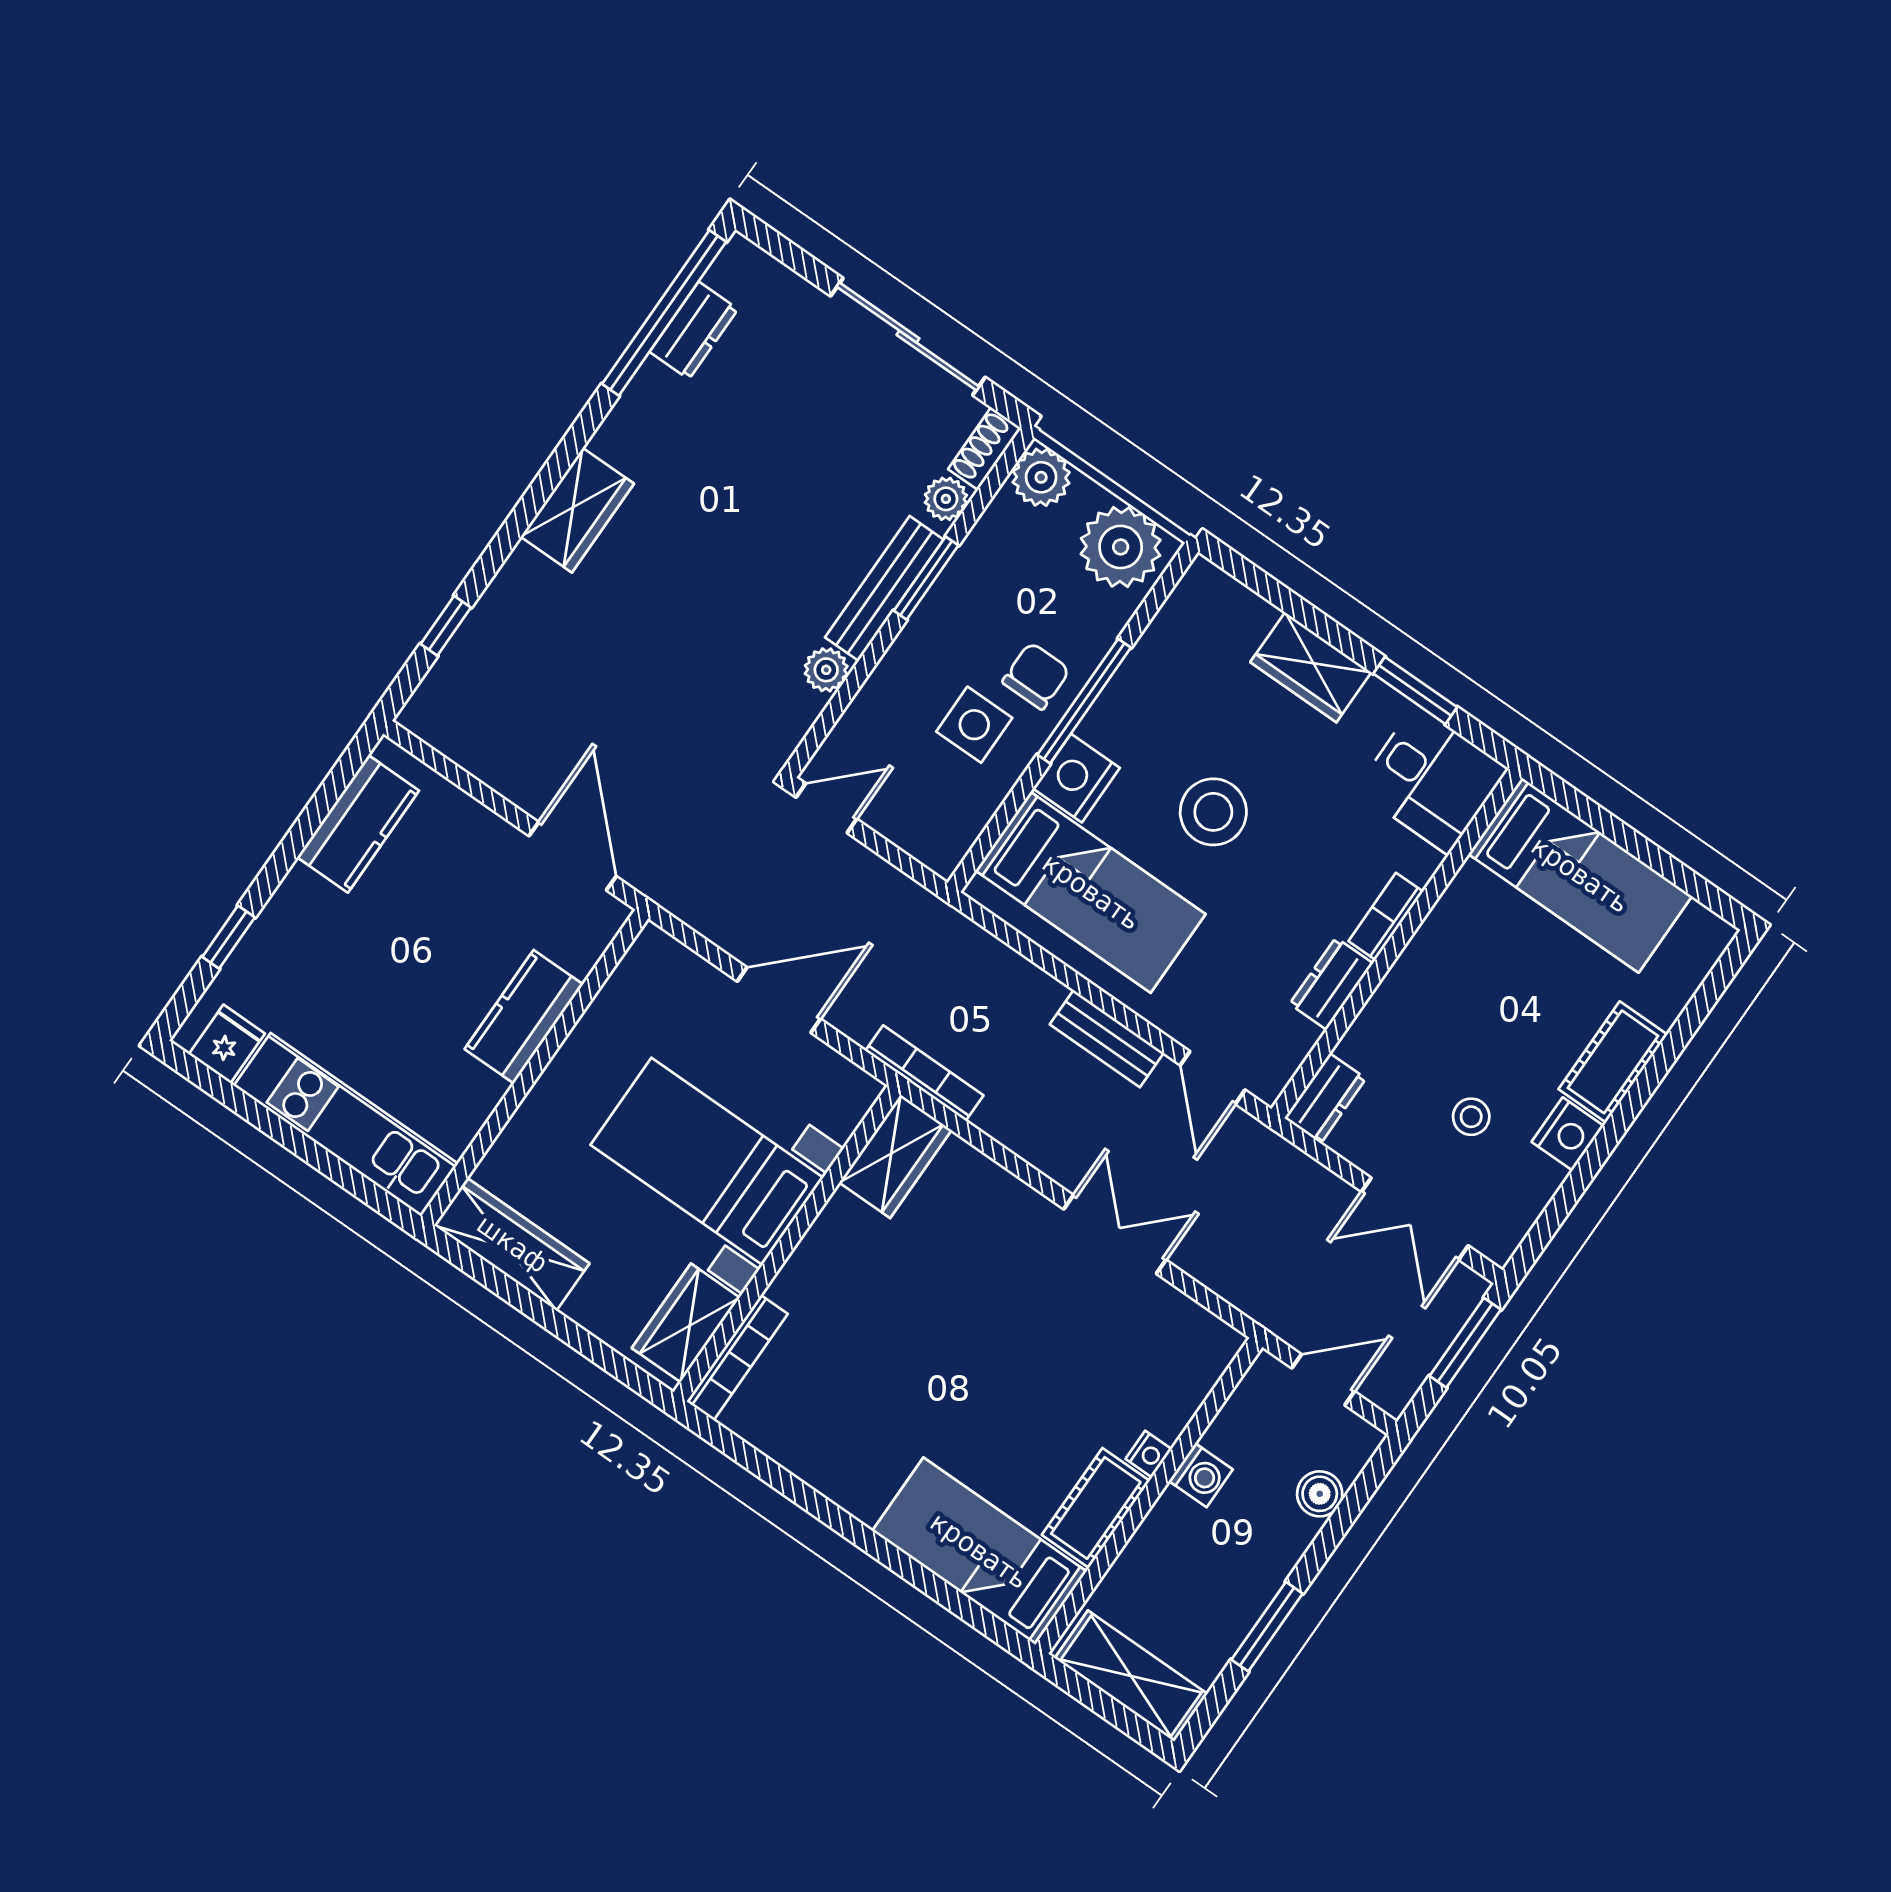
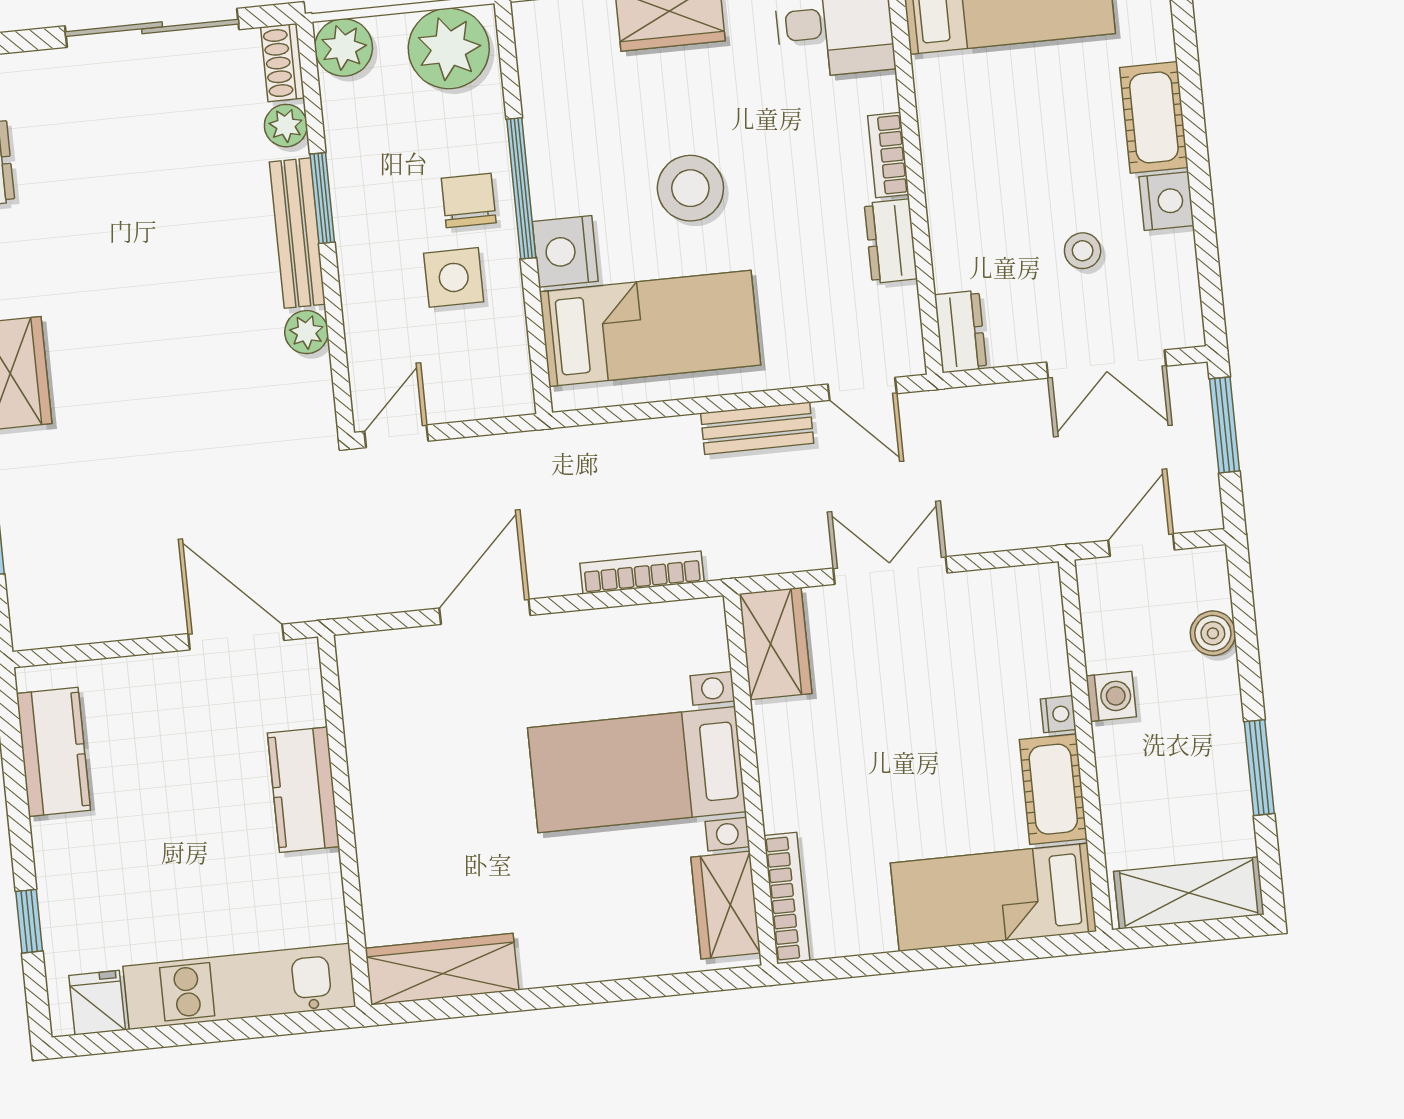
wardrobe: (895, 1156) -> (776, 644), moved
bed with nightstands: (707, 1161) -> (637, 770), moved
wall: (787, 1243) -> (750, 780), moved
wardrobe: (686, 1323) -> (726, 905), moved
bookcase: (737, 1358) -> (787, 898), moved

